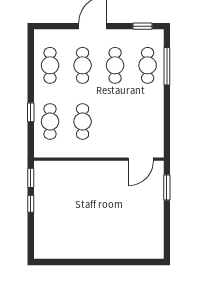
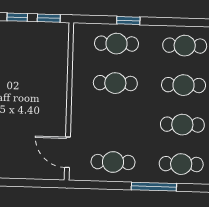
window: (167, 66) -> (154, 187), moved
cafe table: (148, 122) -> (113, 162), added
window: (167, 187) -> (32, 183), removed

